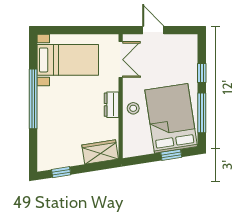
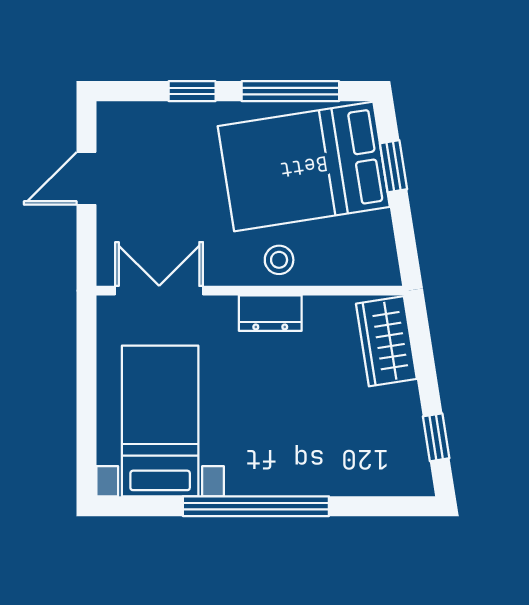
door: (153, 30) -> (87, 178), moved

